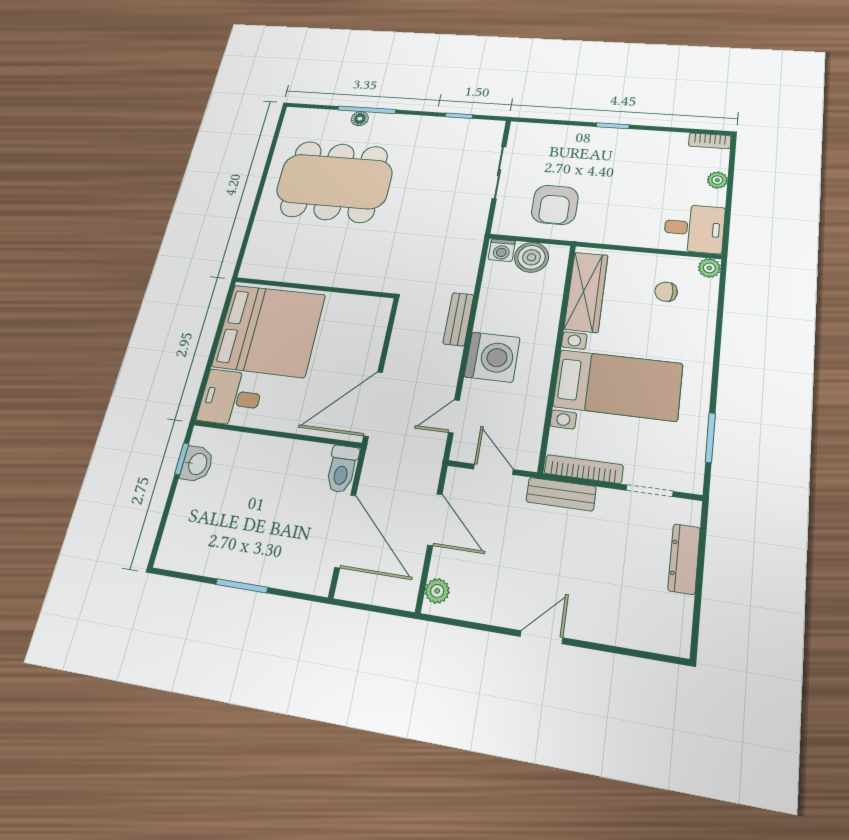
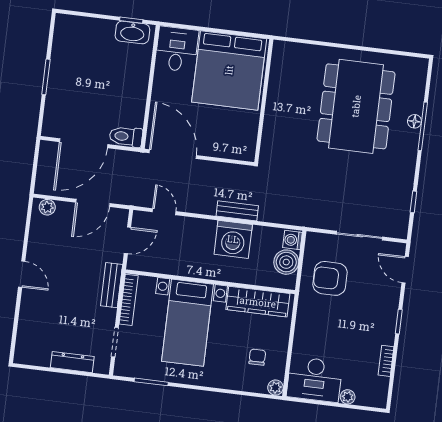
door: (545, 121) -> (405, 270), added
bookcase: (710, 141) -> (386, 361), moved
desk: (694, 228) -> (315, 379), width x1.37
washing machine: (492, 357) -> (233, 239), moved
washbasin: (197, 464) -> (132, 32), width x1.38

